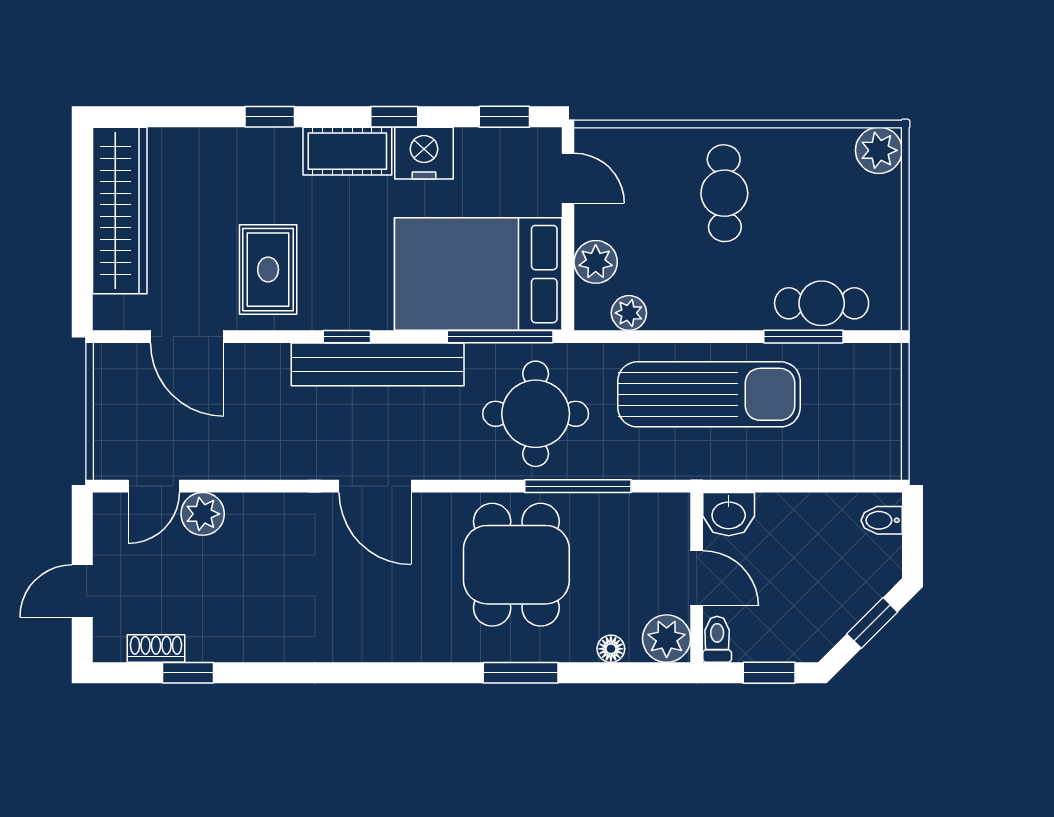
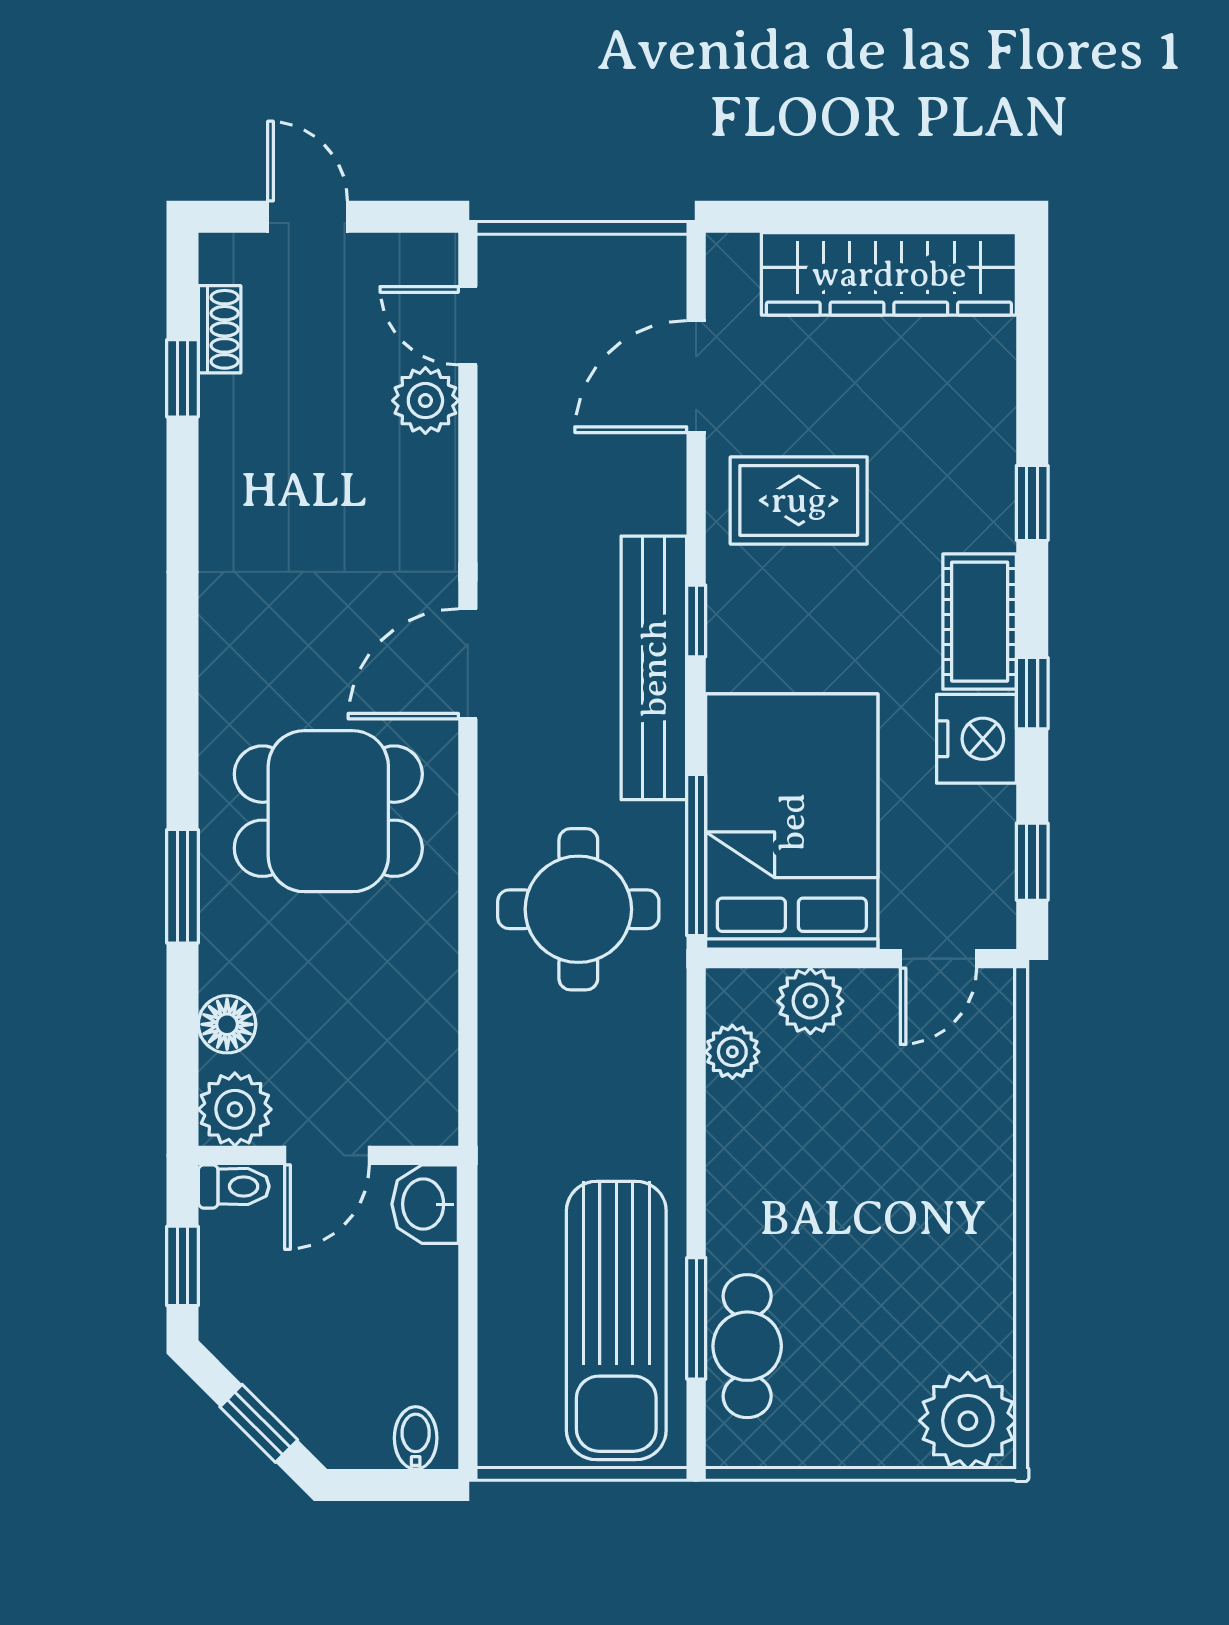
plant: (879, 150) -> (968, 1421), width x1.36, depth x1.36
cafe table: (724, 193) -> (915, 1197), removed
sun lounger: (709, 394) -> (616, 1320), moved
window: (578, 486) -> (468, 974), removed
dining table: (516, 565) -> (328, 811), moved
floor lamp: (611, 649) -> (227, 1024), width x1.37, depth x1.37

